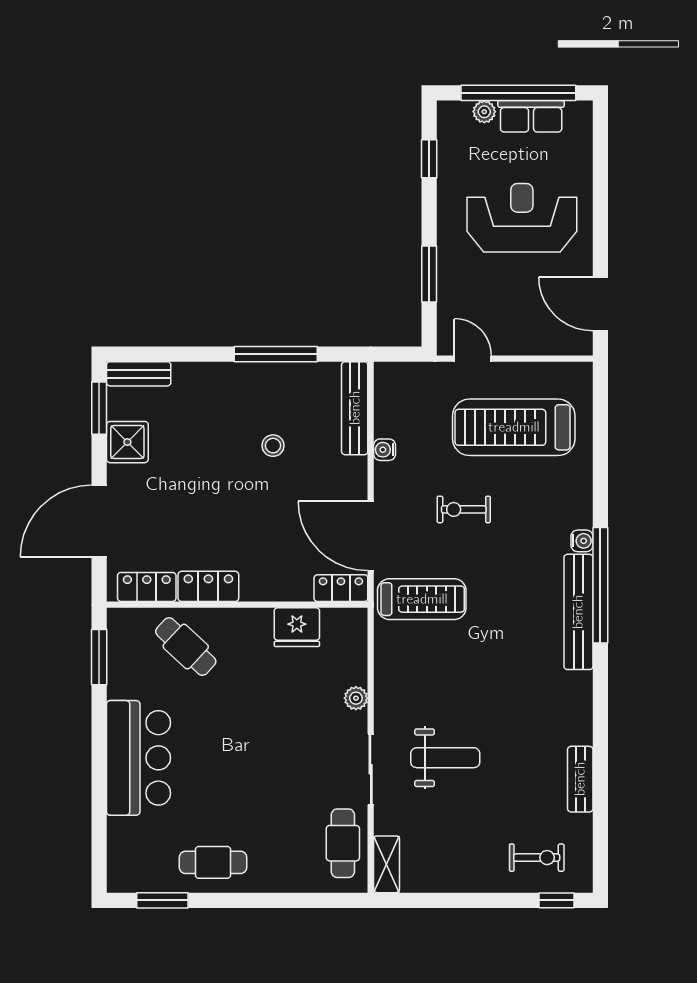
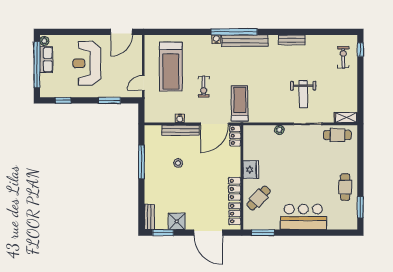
plant: (484, 112) -> (44, 41), moved
bench: (355, 408) -> (180, 130), moved
fridge: (297, 627) -> (251, 170), moved
weight bench: (445, 758) -> (303, 94), turned 180
bench: (580, 779) -> (292, 40), moved

